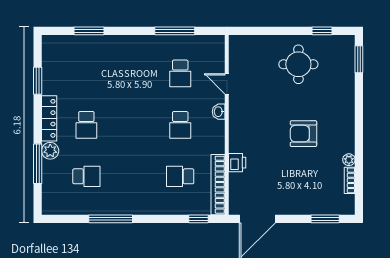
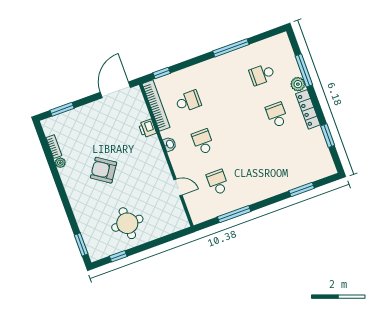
washbasin: (219, 112) -> (170, 144), moved
armchair: (303, 134) -> (104, 170), turned -146

